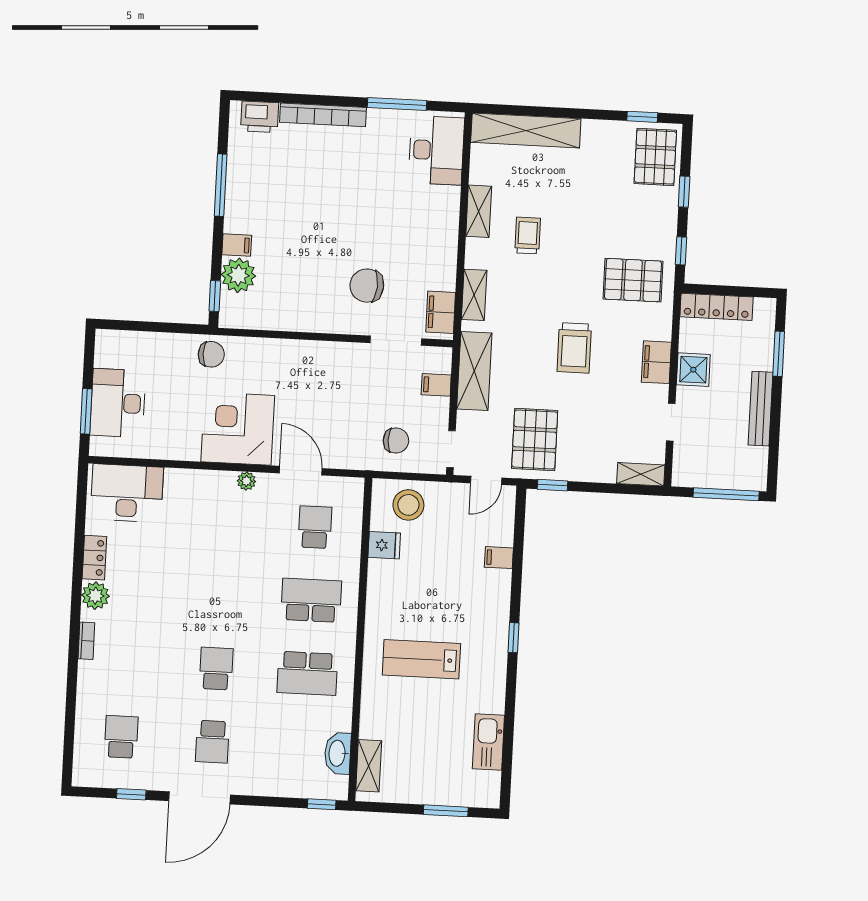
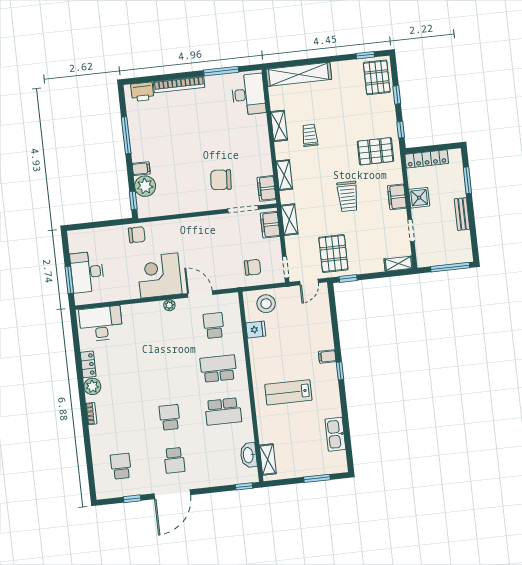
shelving: (474, 371) -> (289, 220), width x0.67, depth x0.75
filing cabinet: (436, 385) -> (270, 225), width x2.00
bench: (760, 409) -> (462, 214), width x0.73
filing cabinet: (499, 558) -> (327, 356), moved

